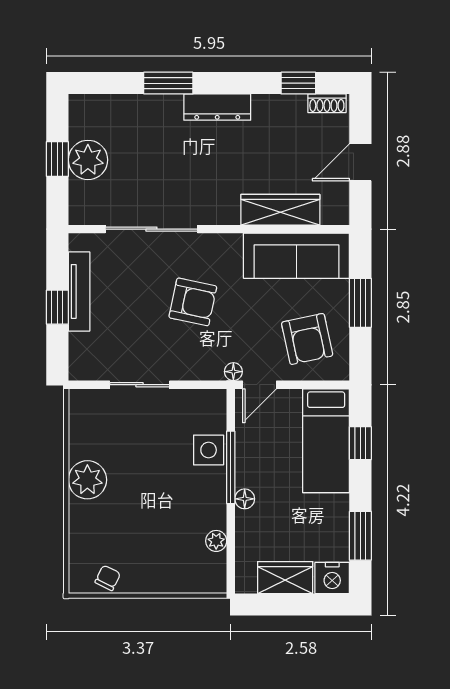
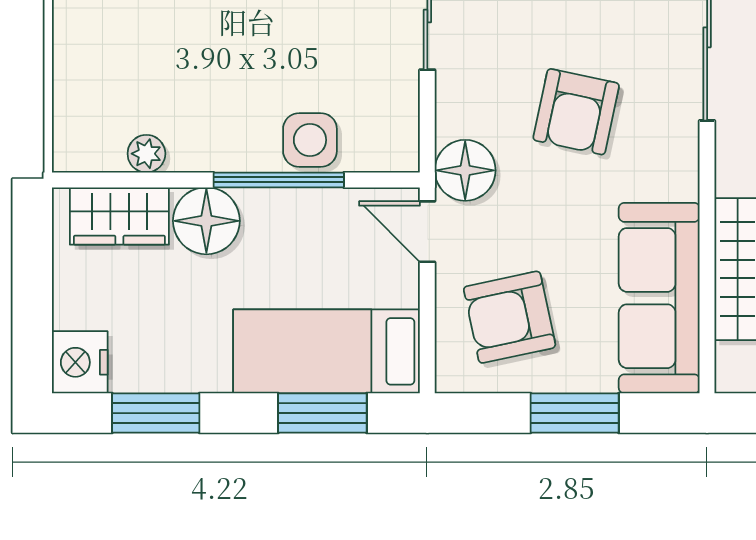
floor lamp: (233, 372) -> (465, 170), width x1.89, depth x1.89
window: (360, 443) -> (322, 413), width x1.50
floor lamp: (245, 499) -> (206, 221), width x1.89, depth x1.89
wardrobe: (285, 578) -> (119, 216), moved, turned 90

